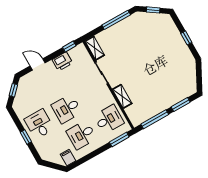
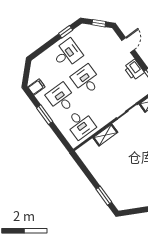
window: (155, 119) -> (86, 171), removed
window: (26, 137) -> (66, 32), moved
window: (119, 139) -> (45, 115), moved

